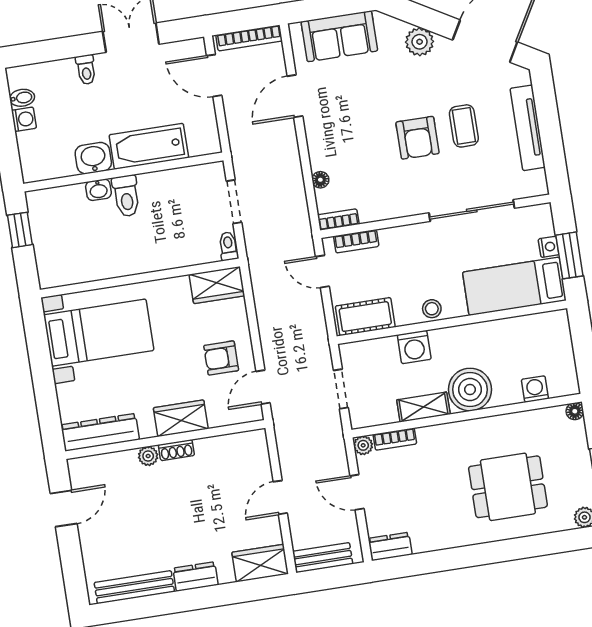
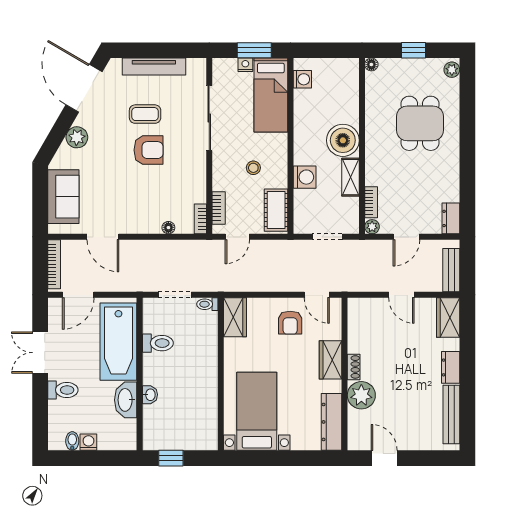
toilet: (86, 70) -> (63, 390), width x1.37, depth x1.39
bathtub: (149, 146) -> (118, 342), width x1.36, depth x1.36
washbasin: (93, 158) -> (126, 400), width x1.38
toilet: (126, 196) -> (158, 343), moved
stool: (432, 309) -> (253, 168), moved
washing machine: (535, 389) -> (302, 79), moved, turned 180
plant: (148, 456) -> (361, 395), width x1.88, depth x1.88

